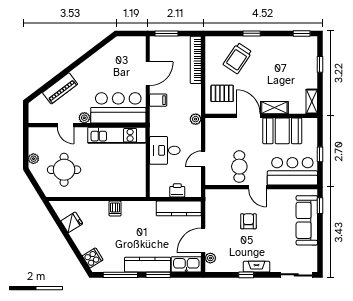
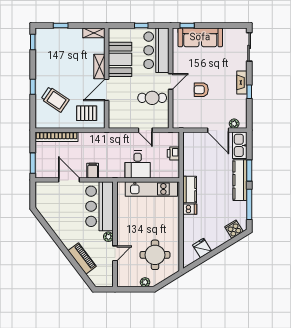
pallet: (222, 93) -> (87, 113), turned 90
plant: (196, 119) -> (110, 137), removed
kitchen unit: (117, 135) -> (151, 189), moved, turned 90
kitchen counter: (179, 208) -> (190, 190), moved, width x0.67

